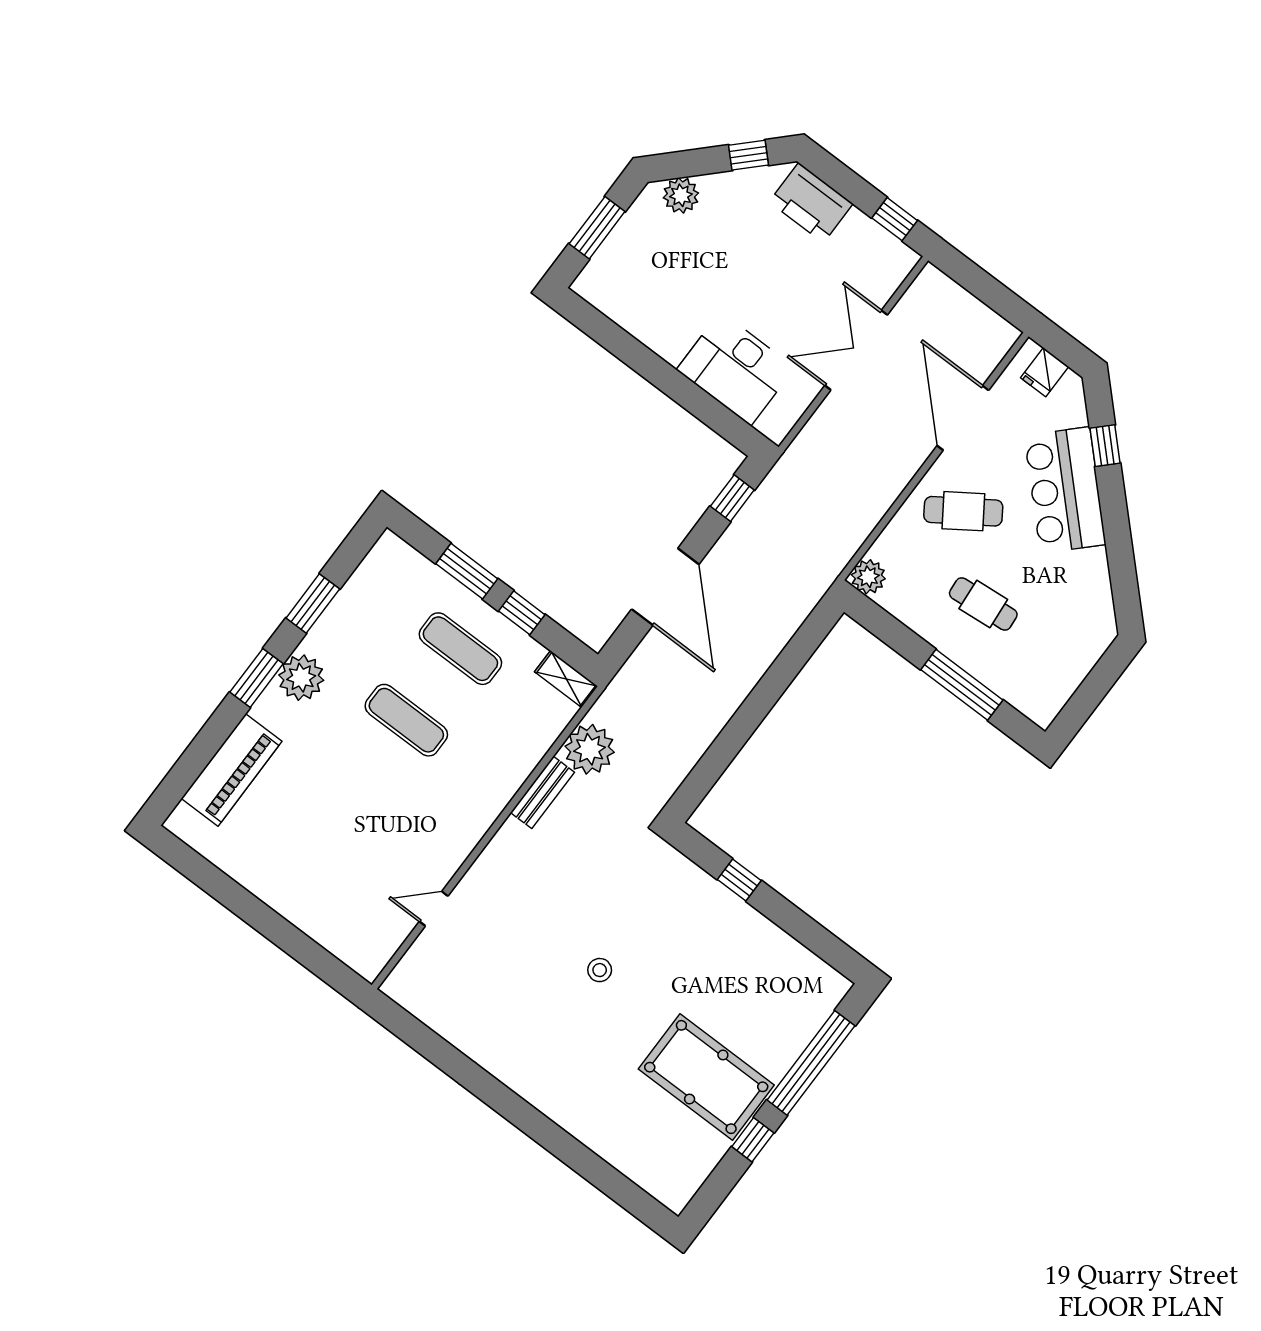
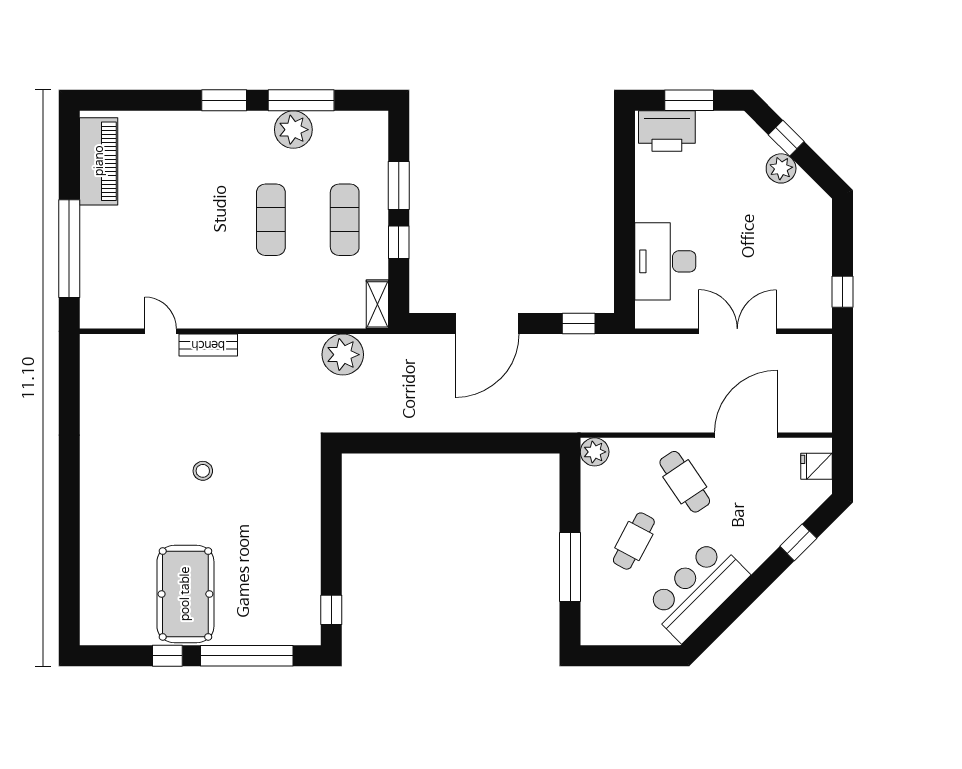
window: (749, 155) -> (786, 138), moved
plant: (681, 195) -> (781, 168), moved
printer: (811, 203) -> (667, 131), moved, turned -90
bar counter: (1065, 490) -> (697, 590), moved
window: (313, 603) -> (301, 100), width x1.44
cafe table: (983, 604) -> (634, 541), turned 33
plant: (301, 678) -> (293, 130), moved
piano: (232, 770) -> (99, 161), moved, turned -90
bench: (542, 792) -> (208, 345), moved
window: (739, 880) -> (331, 610), moved
window: (287, 937) -> (69, 249), added

